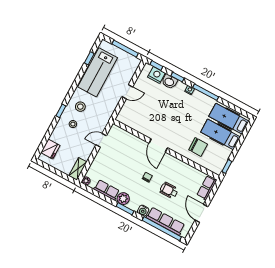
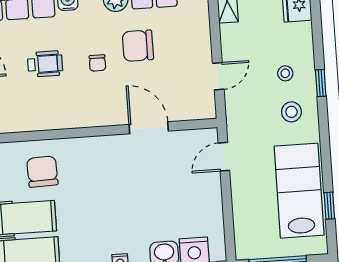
door: (127, 92) -> (224, 157), moved
door: (158, 145) -> (149, 128), moved
chair: (198, 147) -> (42, 172), turned 88
chair: (126, 174) -> (138, 46), added

